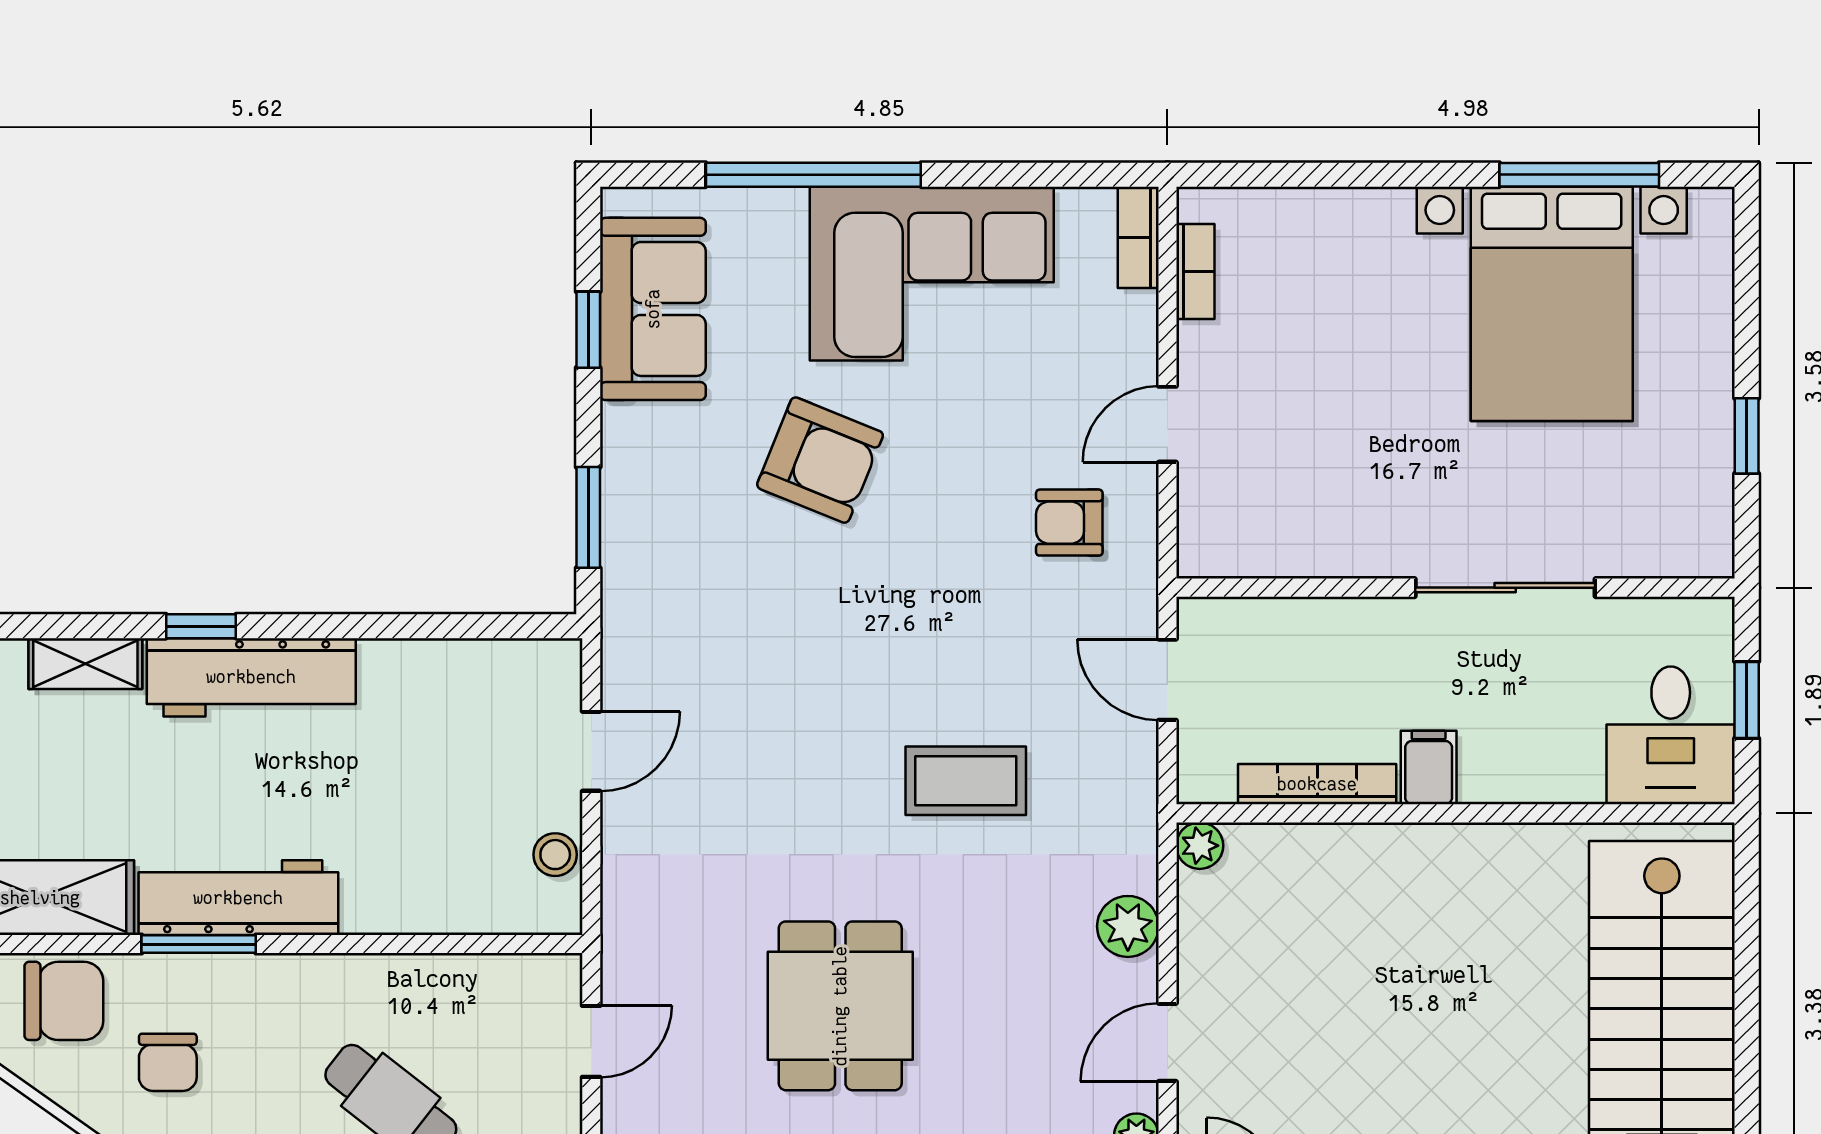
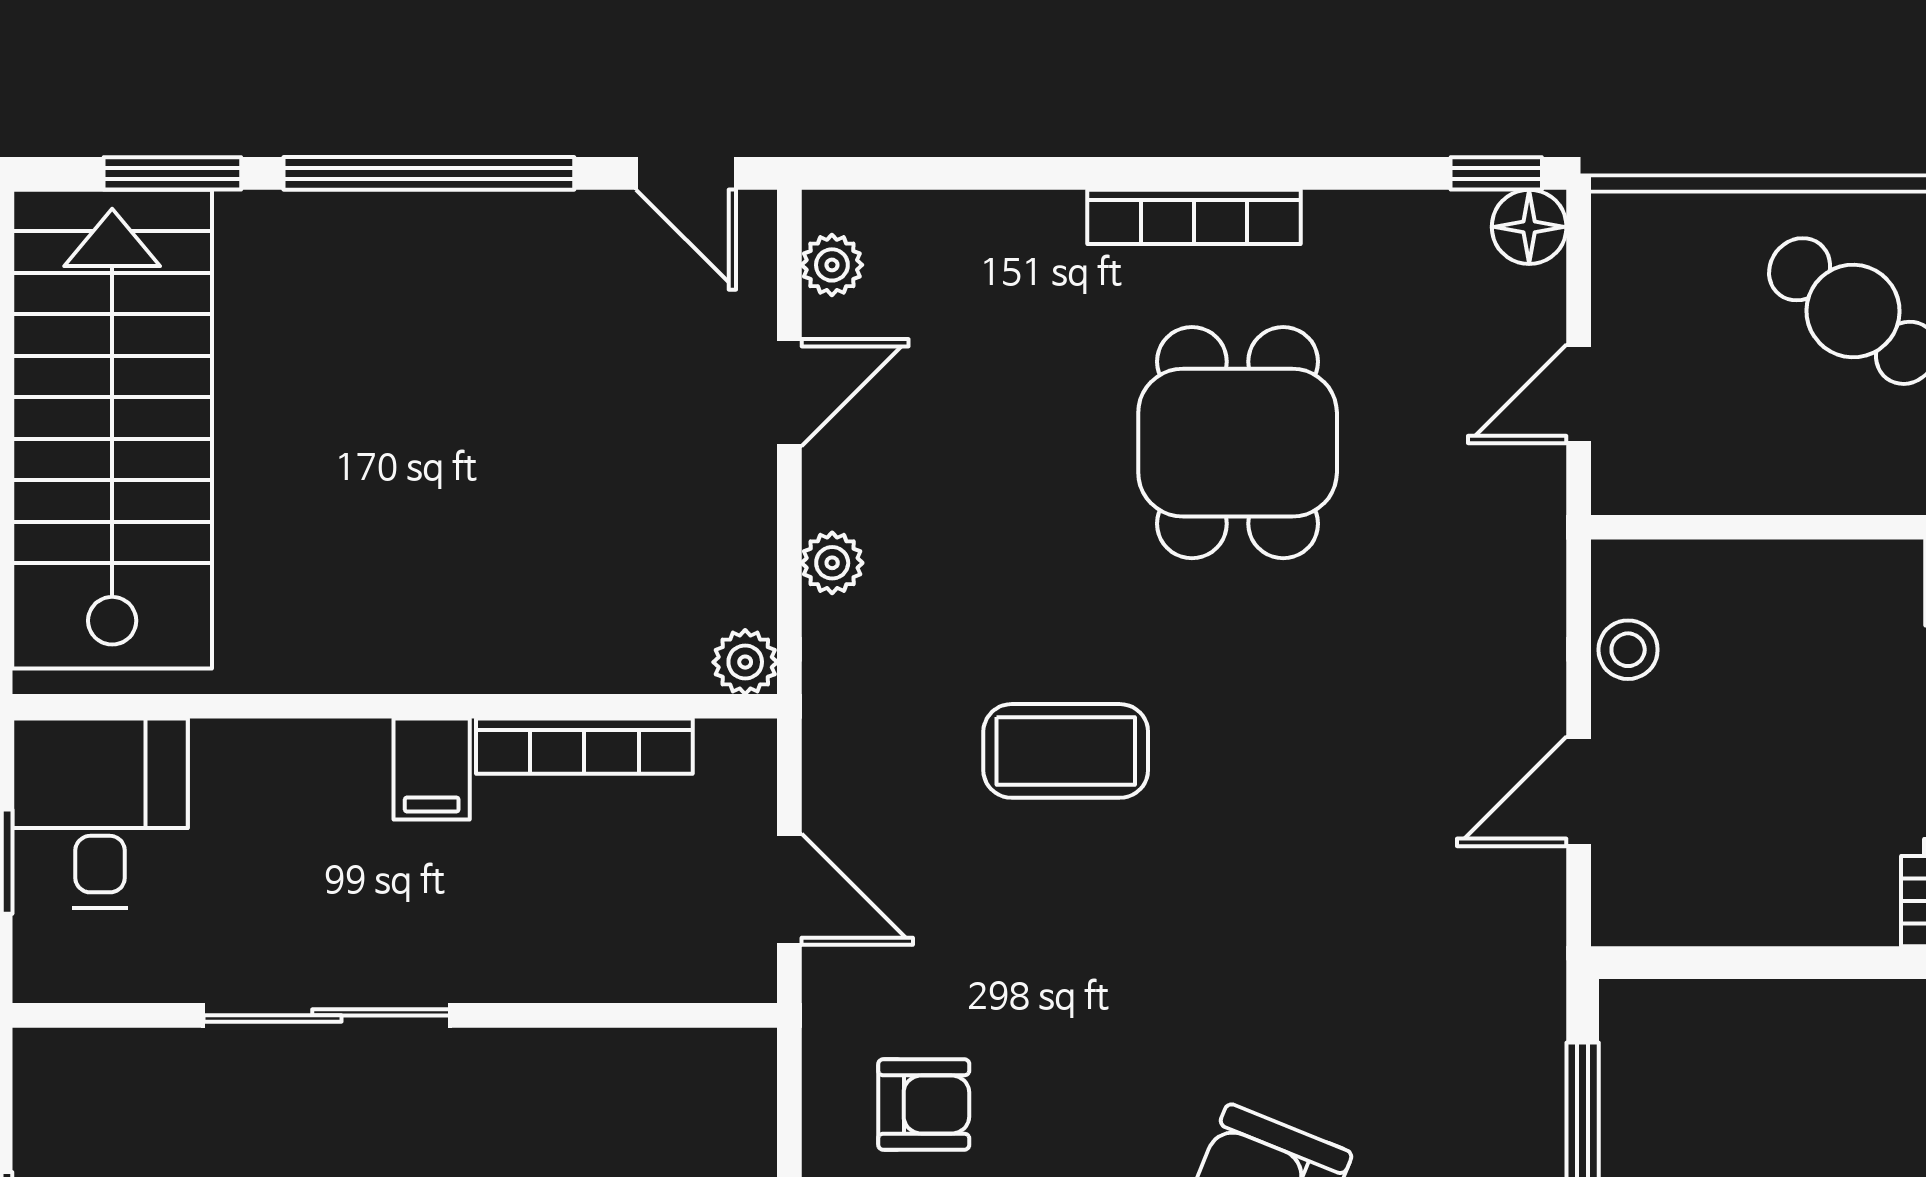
plant: (1128, 926) -> (832, 563), width x0.73, depth x0.73

